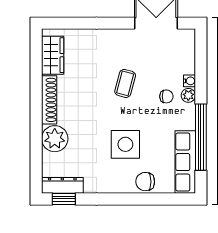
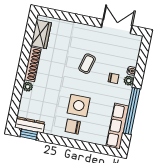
plant: (55, 139) -> (28, 87), width x0.53, depth x0.53
chair: (145, 182) -> (73, 127), moved

